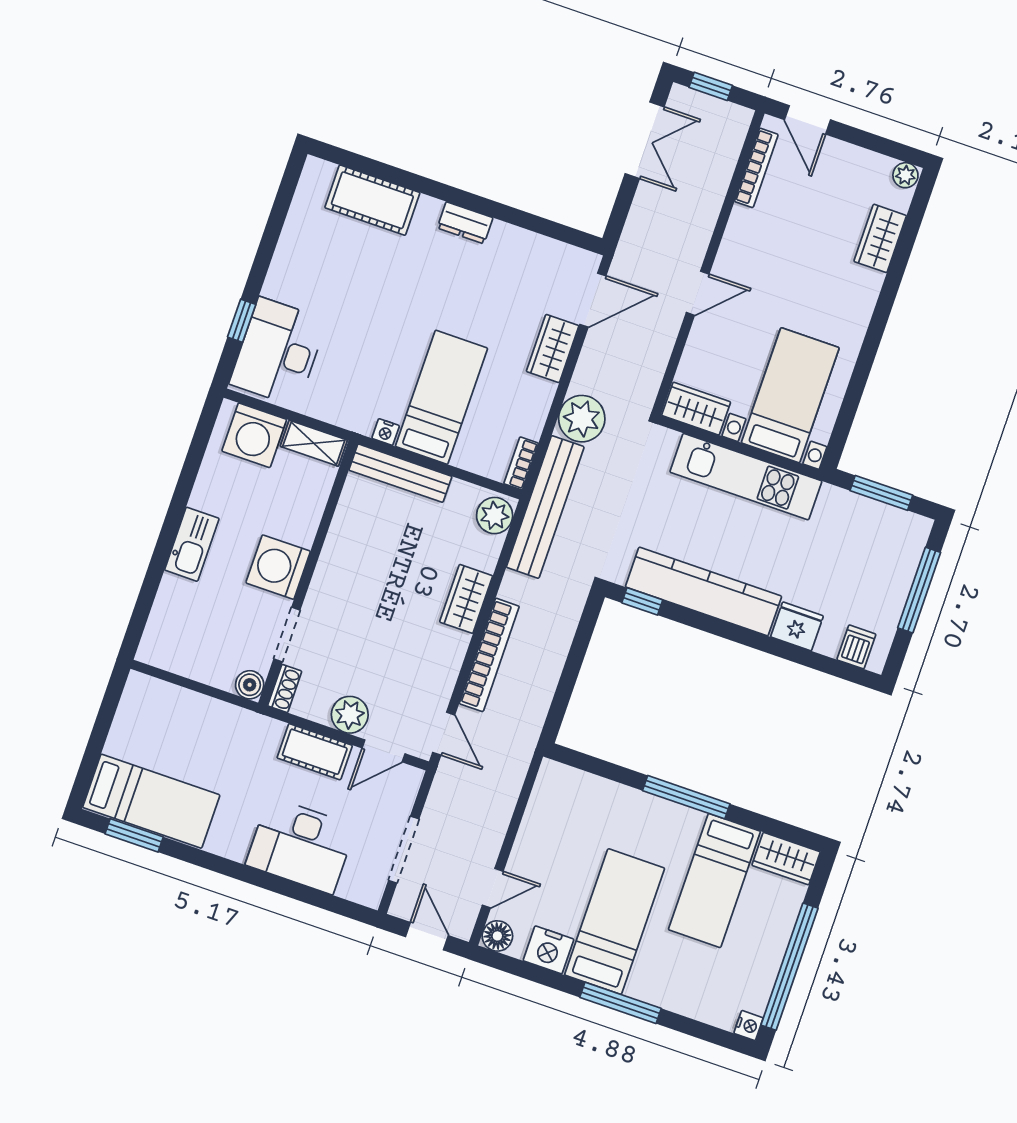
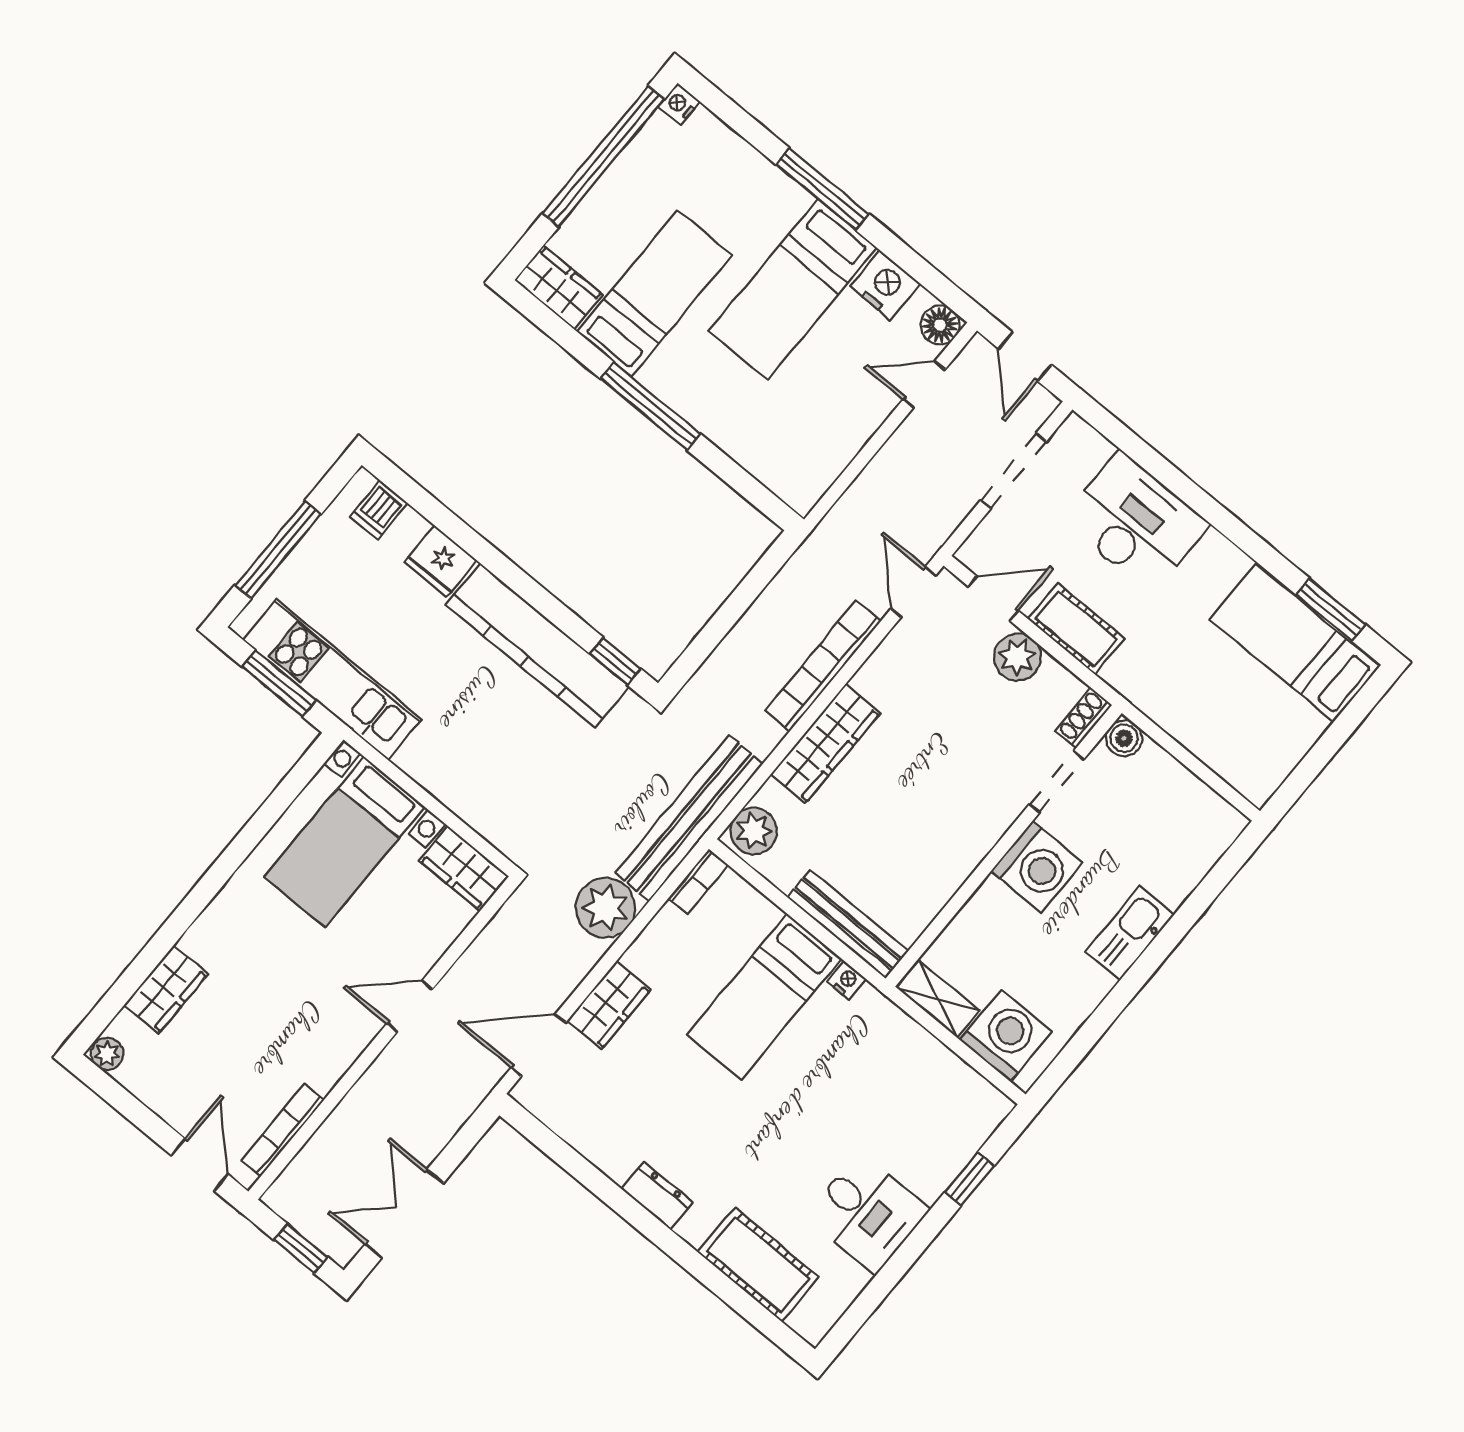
desk: (278, 352) -> (867, 1213), moved, width x0.73
kitchen unit: (746, 477) -> (332, 680), moved
wardrobe: (466, 599) -> (825, 744), width x1.50

